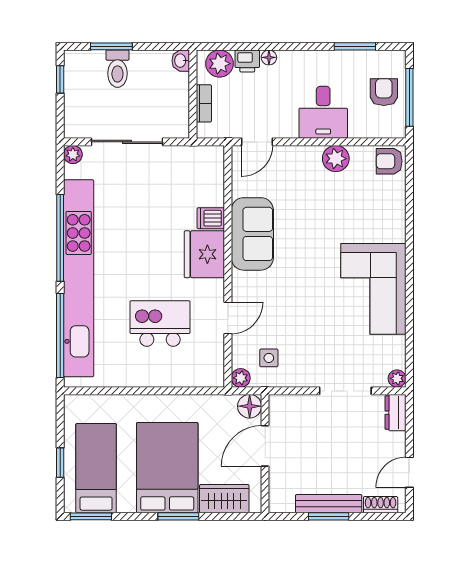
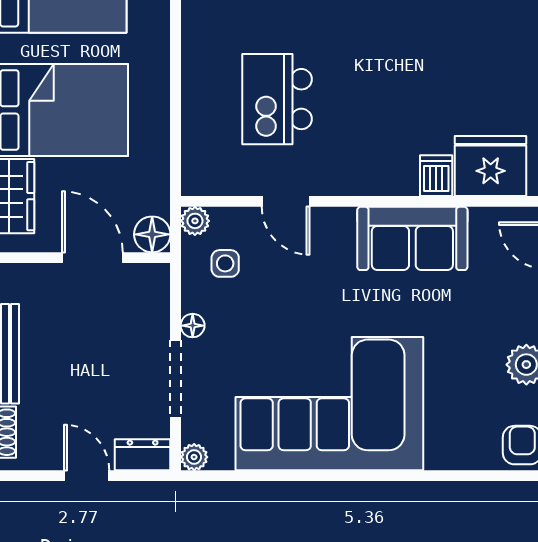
fridge: (204, 254) -> (491, 166), moved
corner sofa: (373, 289) -> (329, 404), width x1.36, depth x1.36
kitchen island: (160, 324) -> (277, 99), turned 180
floor lamp: (310, 379) -> (193, 326), added
door: (409, 472) -> (87, 476), moved

